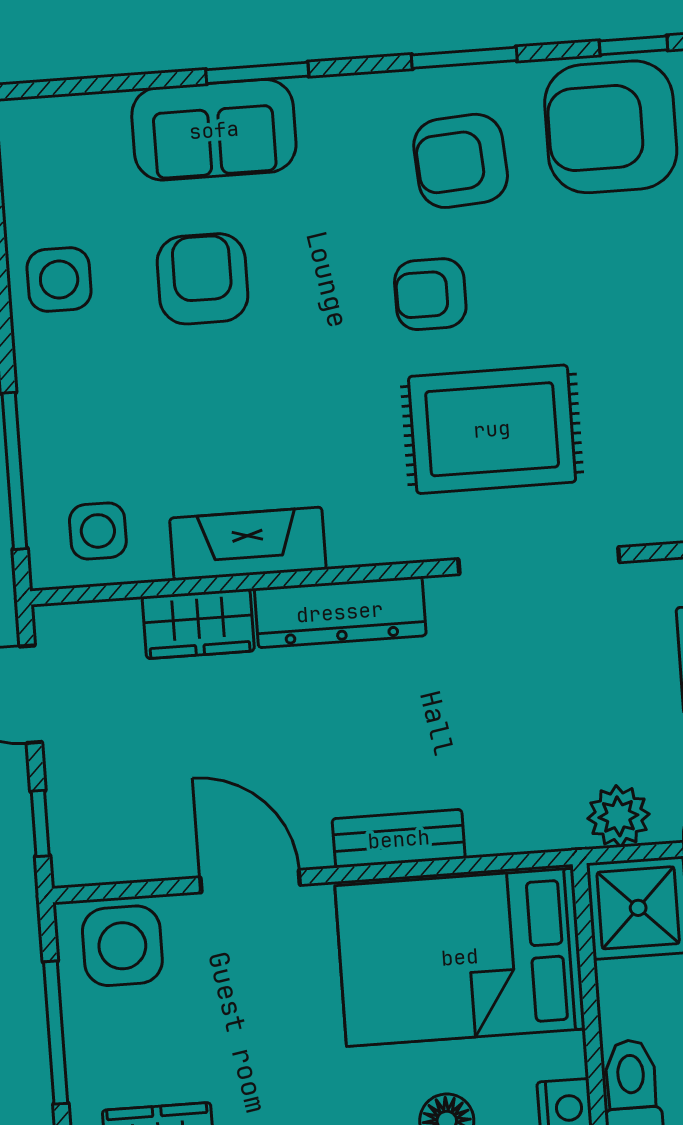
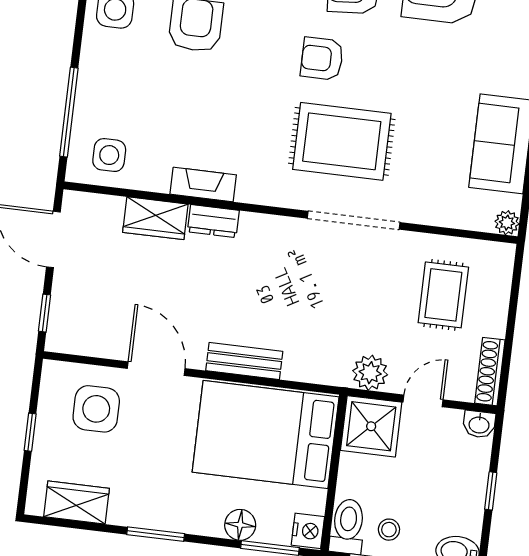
fireplace: (248, 544) -> (203, 184), width x0.73, depth x0.76
dresser: (340, 612) -> (213, 221), width x0.51, depth x0.80
side table: (122, 946) -> (96, 409), moved
window: (56, 1033) -> (30, 432), width x0.46

